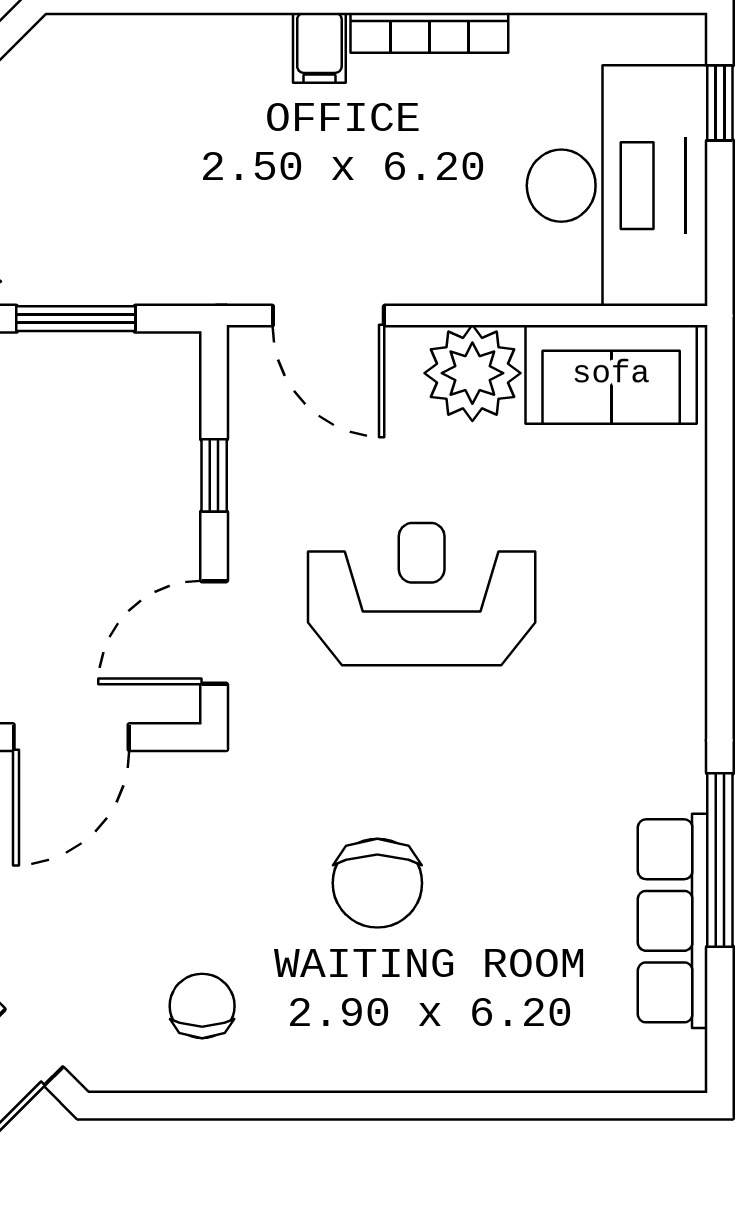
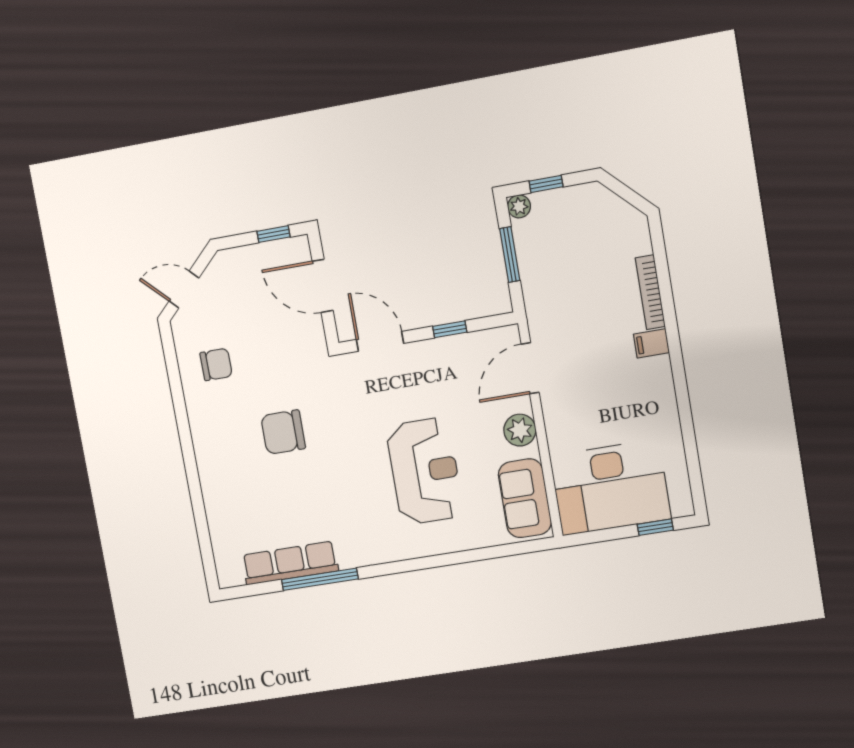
bookcase: (429, 33) -> (650, 292), moved
plant: (472, 373) -> (520, 430), width x0.73, depth x0.73
reception desk: (422, 594) -> (425, 471), moved

